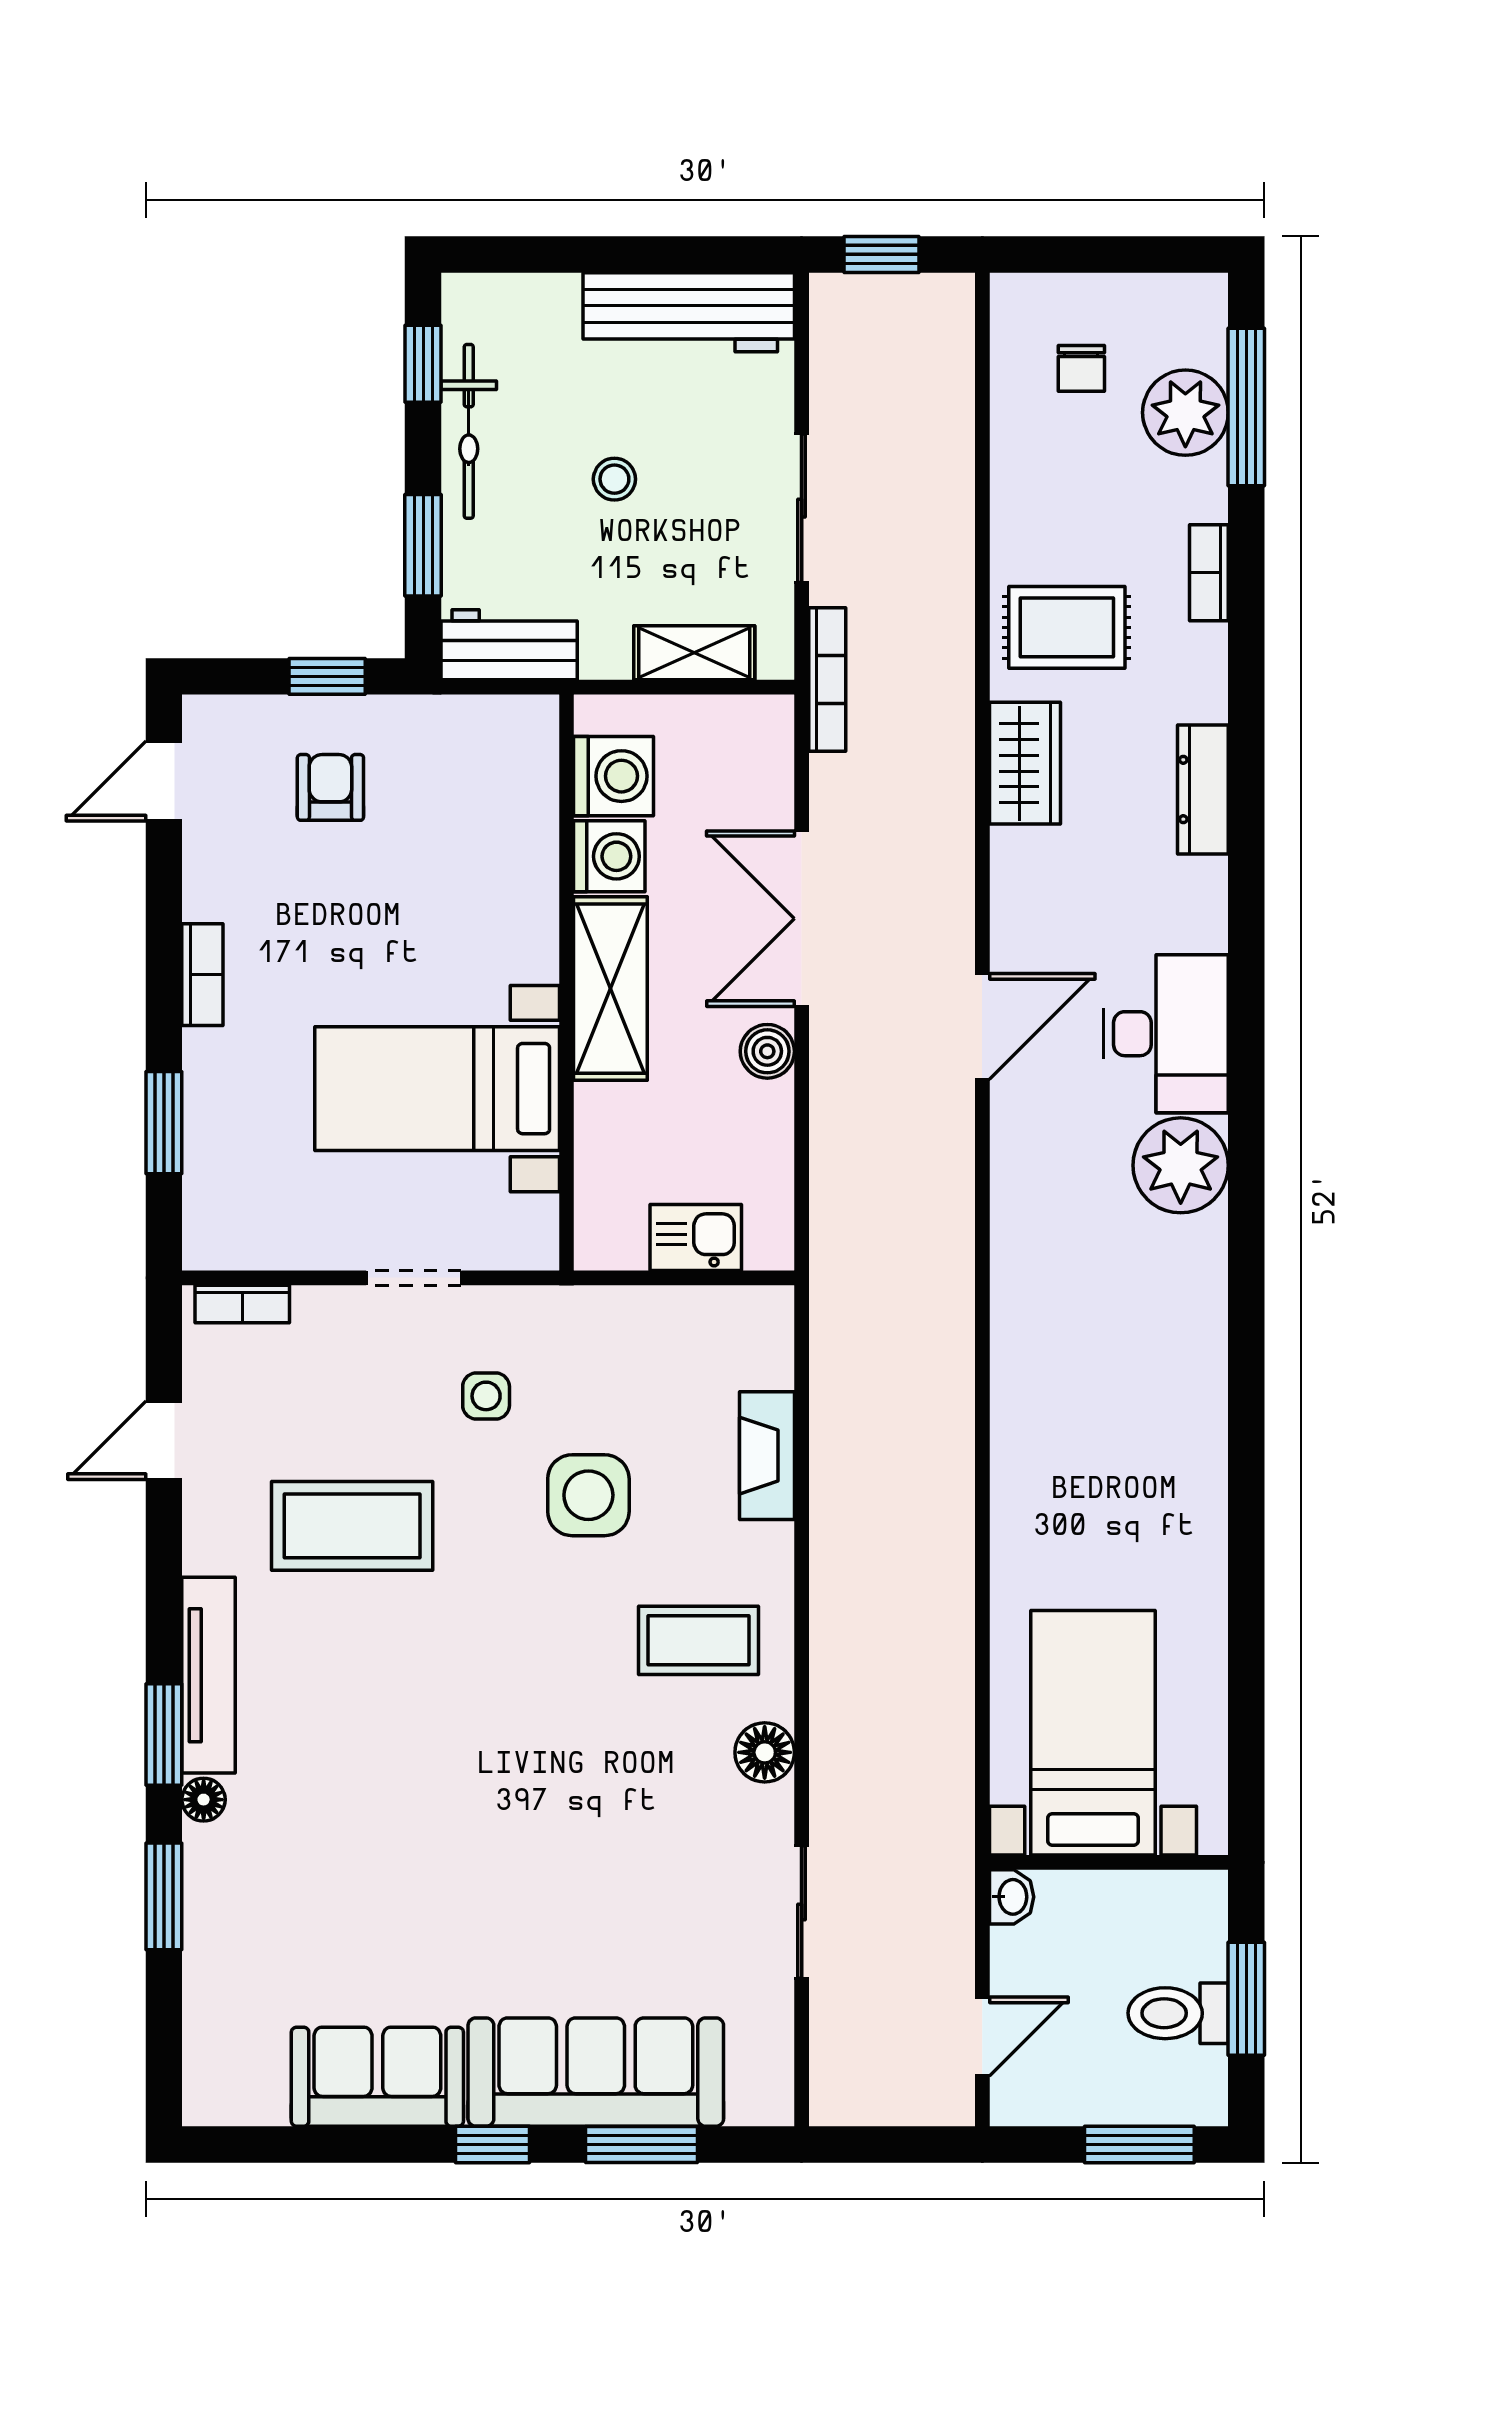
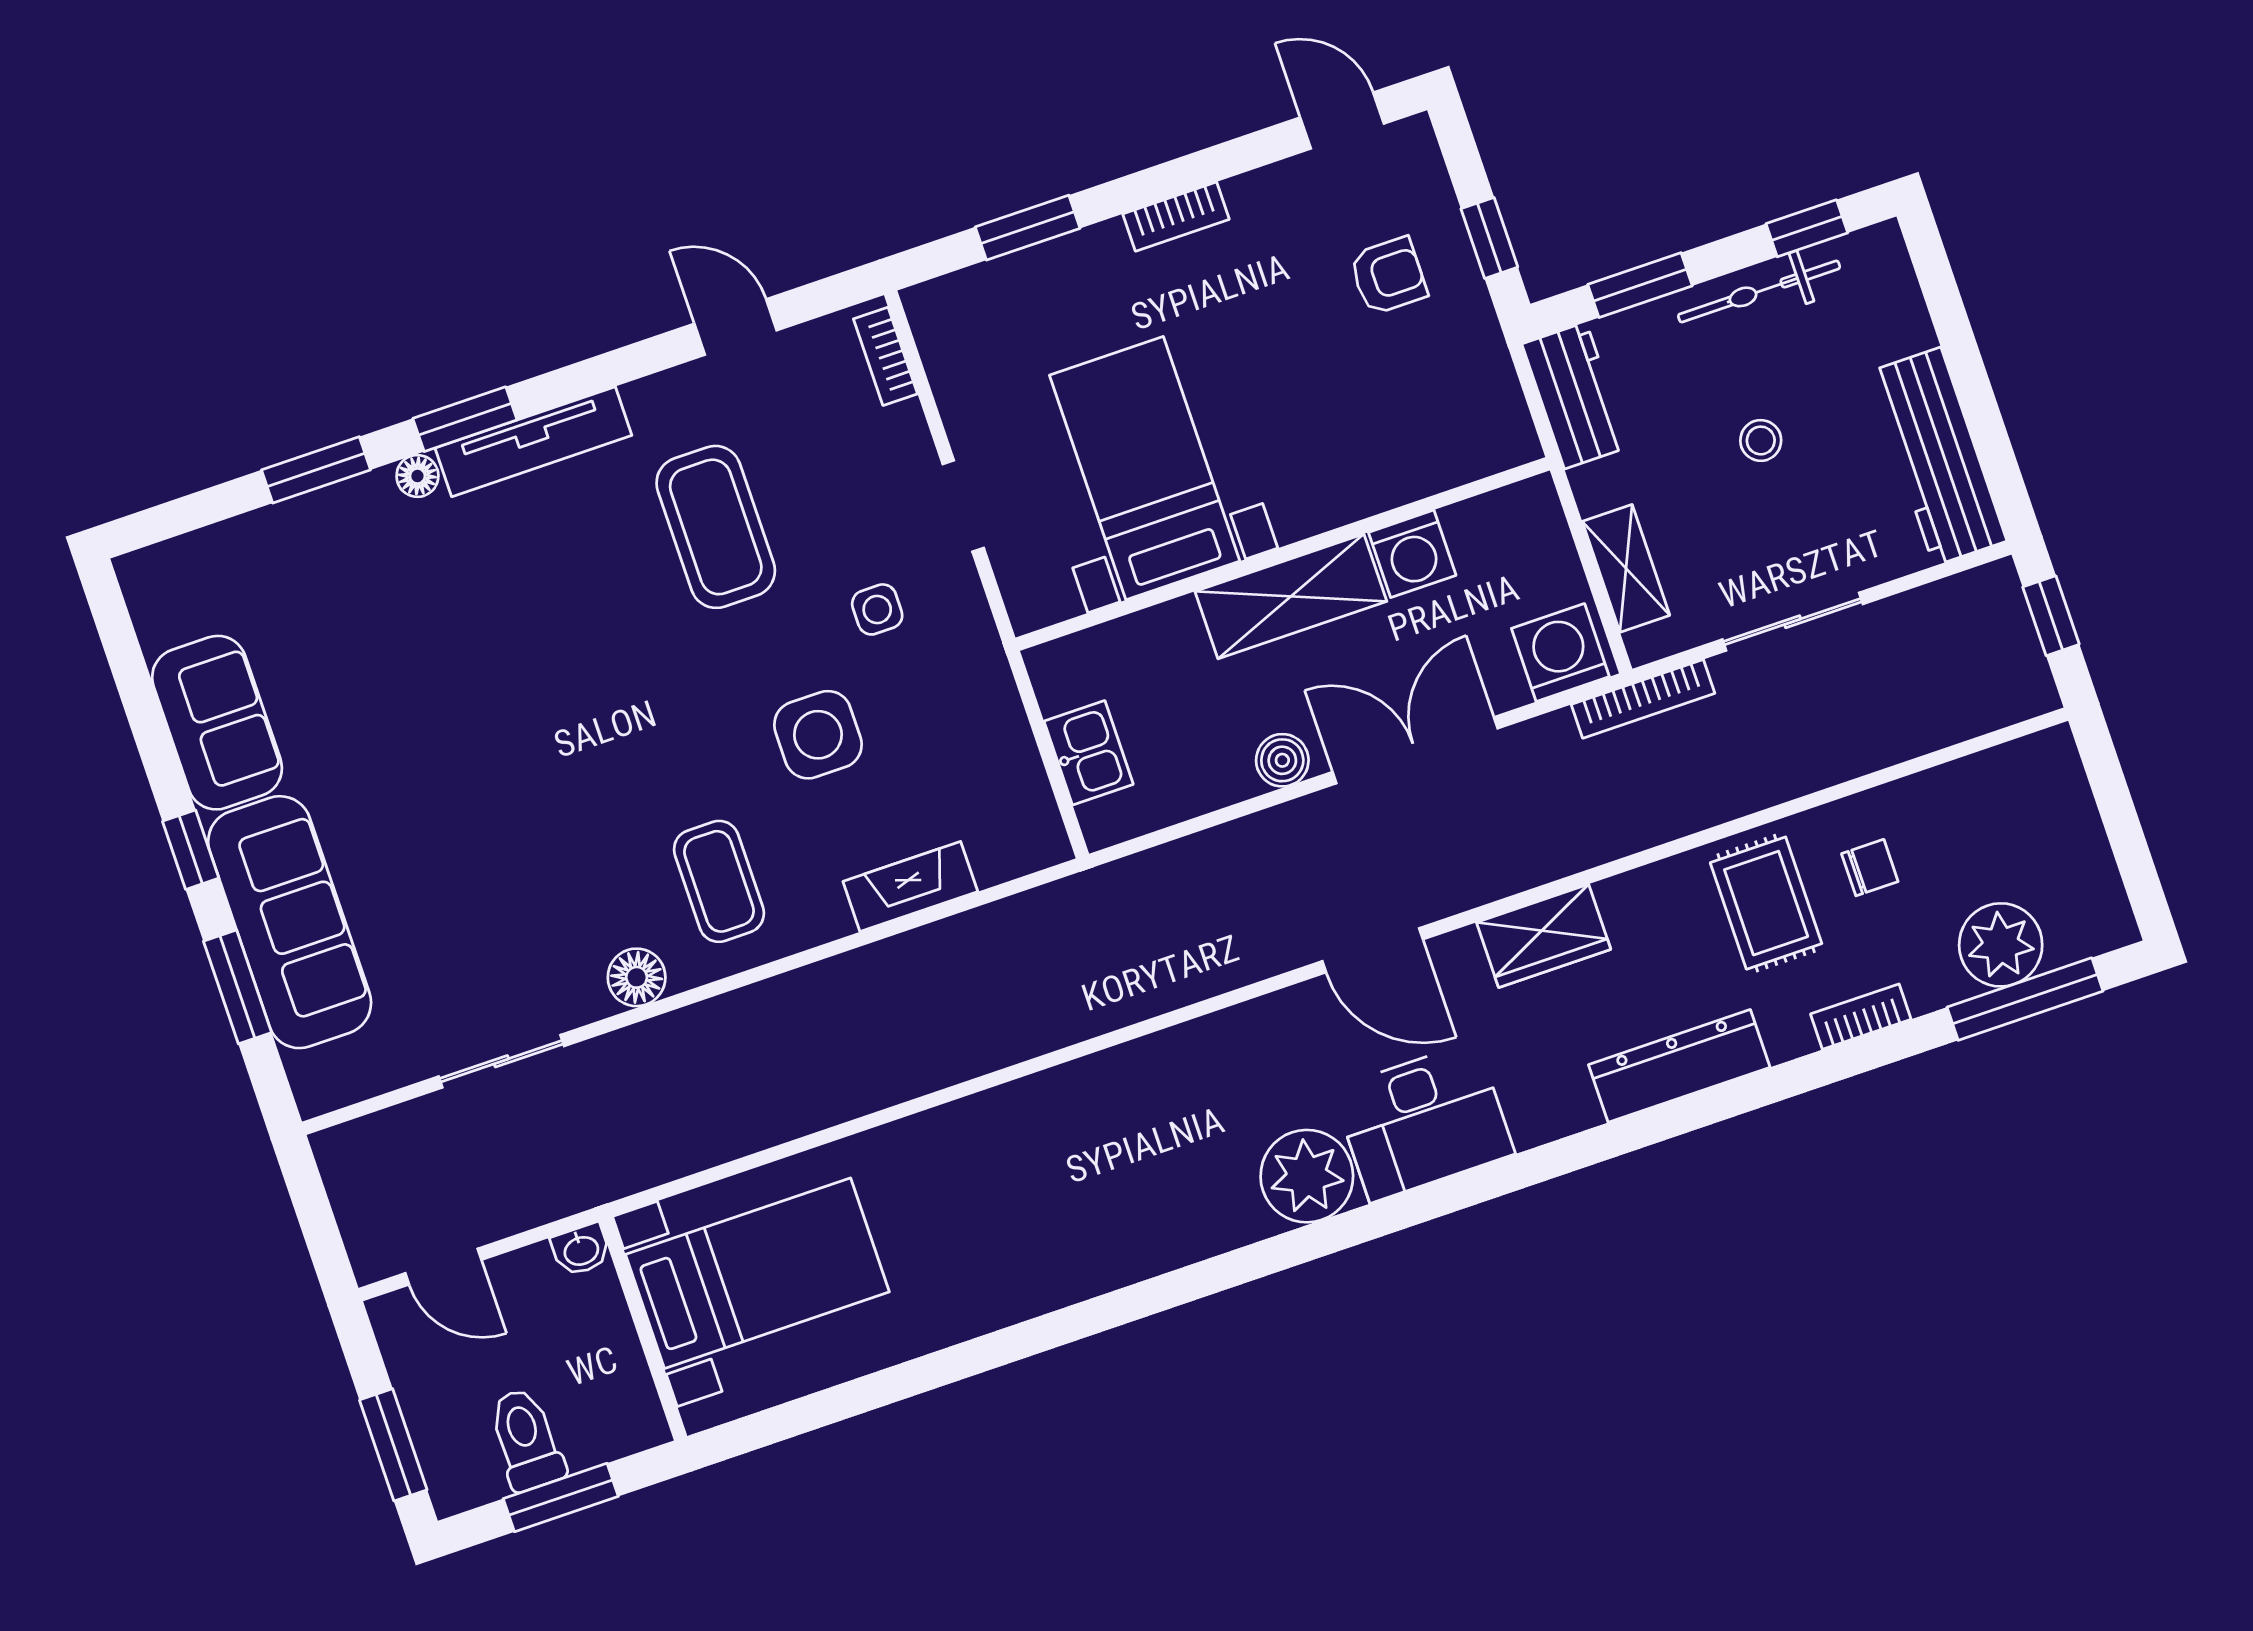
chair: (1081, 368) -> (1870, 868), moved, turned 180
wardrobe: (1025, 763) -> (1544, 936), moved
washing machine: (614, 776) -> (1560, 652), moved, turned 180
dresser: (1203, 790) -> (1679, 1066), width x1.37, depth x1.24

